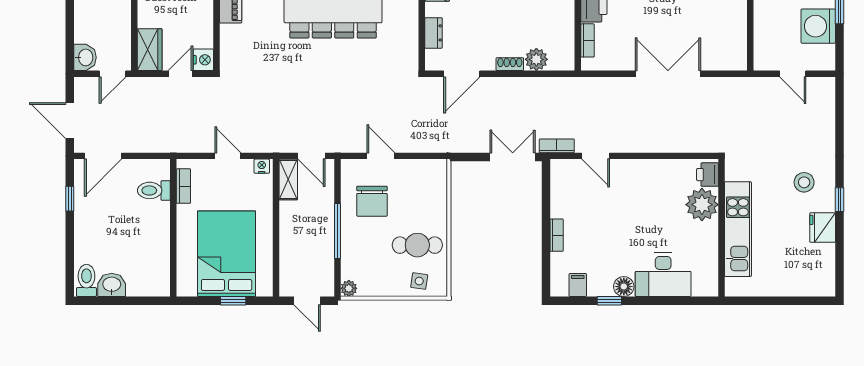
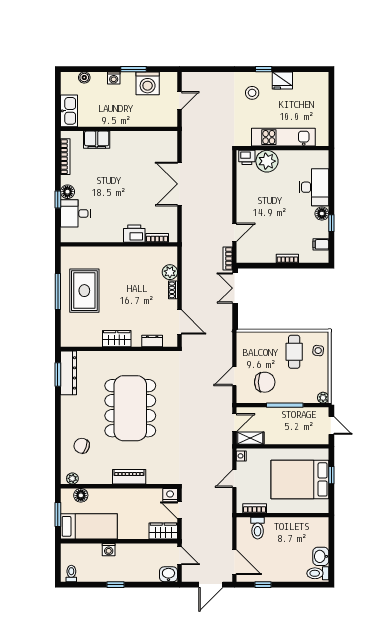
door: (307, 301) -> (331, 426), hinge flipped

